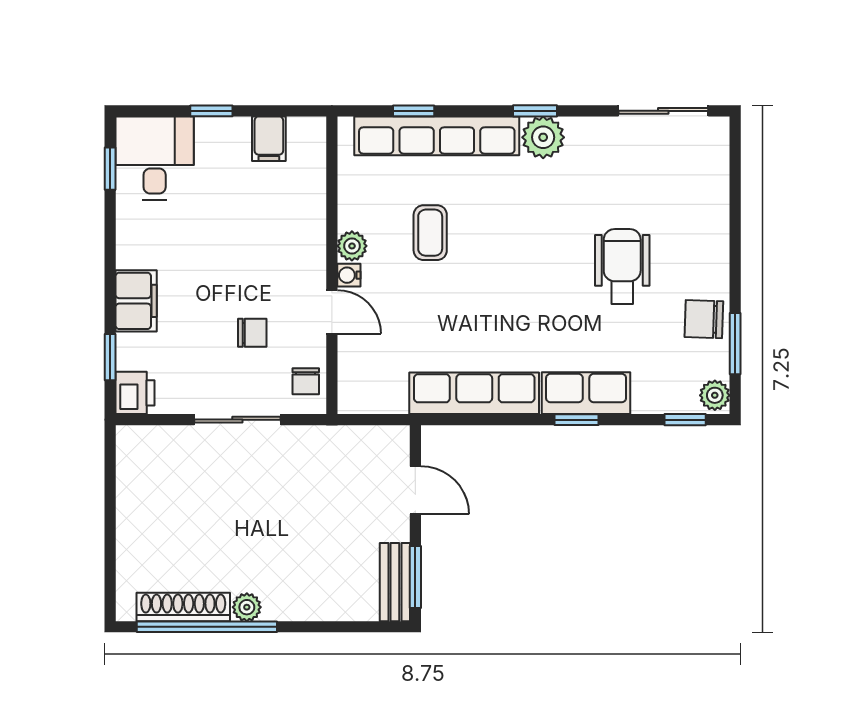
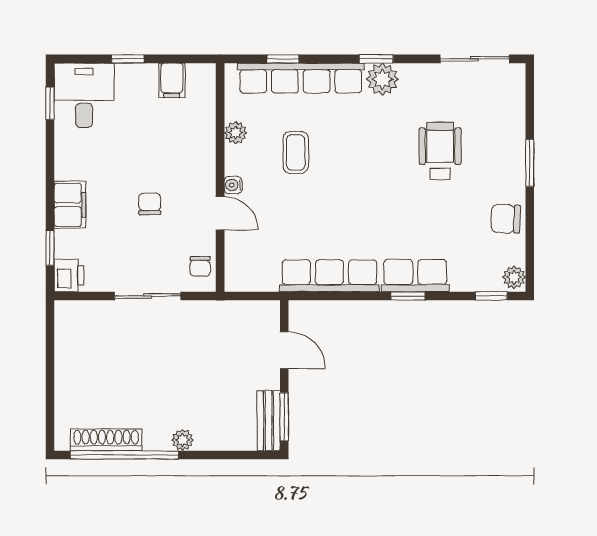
plant: (352, 246) -> (236, 133), moved
wheelchair: (622, 266) -> (440, 151), moved
chair: (252, 333) -> (150, 204), moved, turned -90
window: (735, 344) -> (530, 163), moved
plant: (247, 607) -> (183, 440), moved

